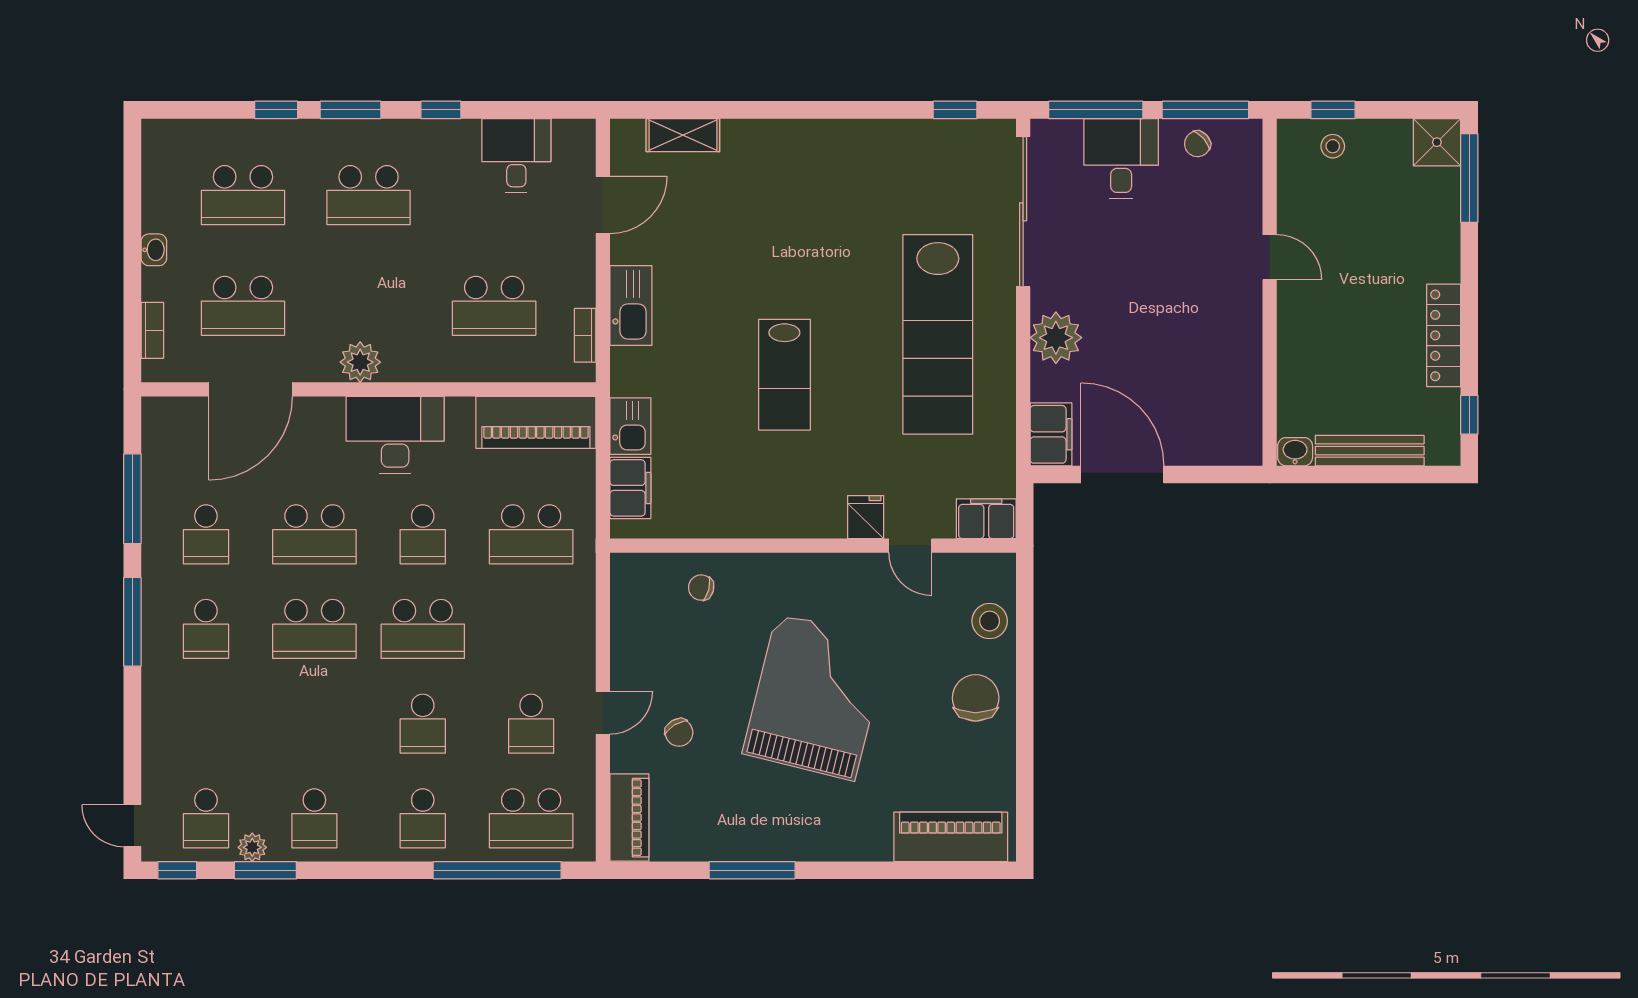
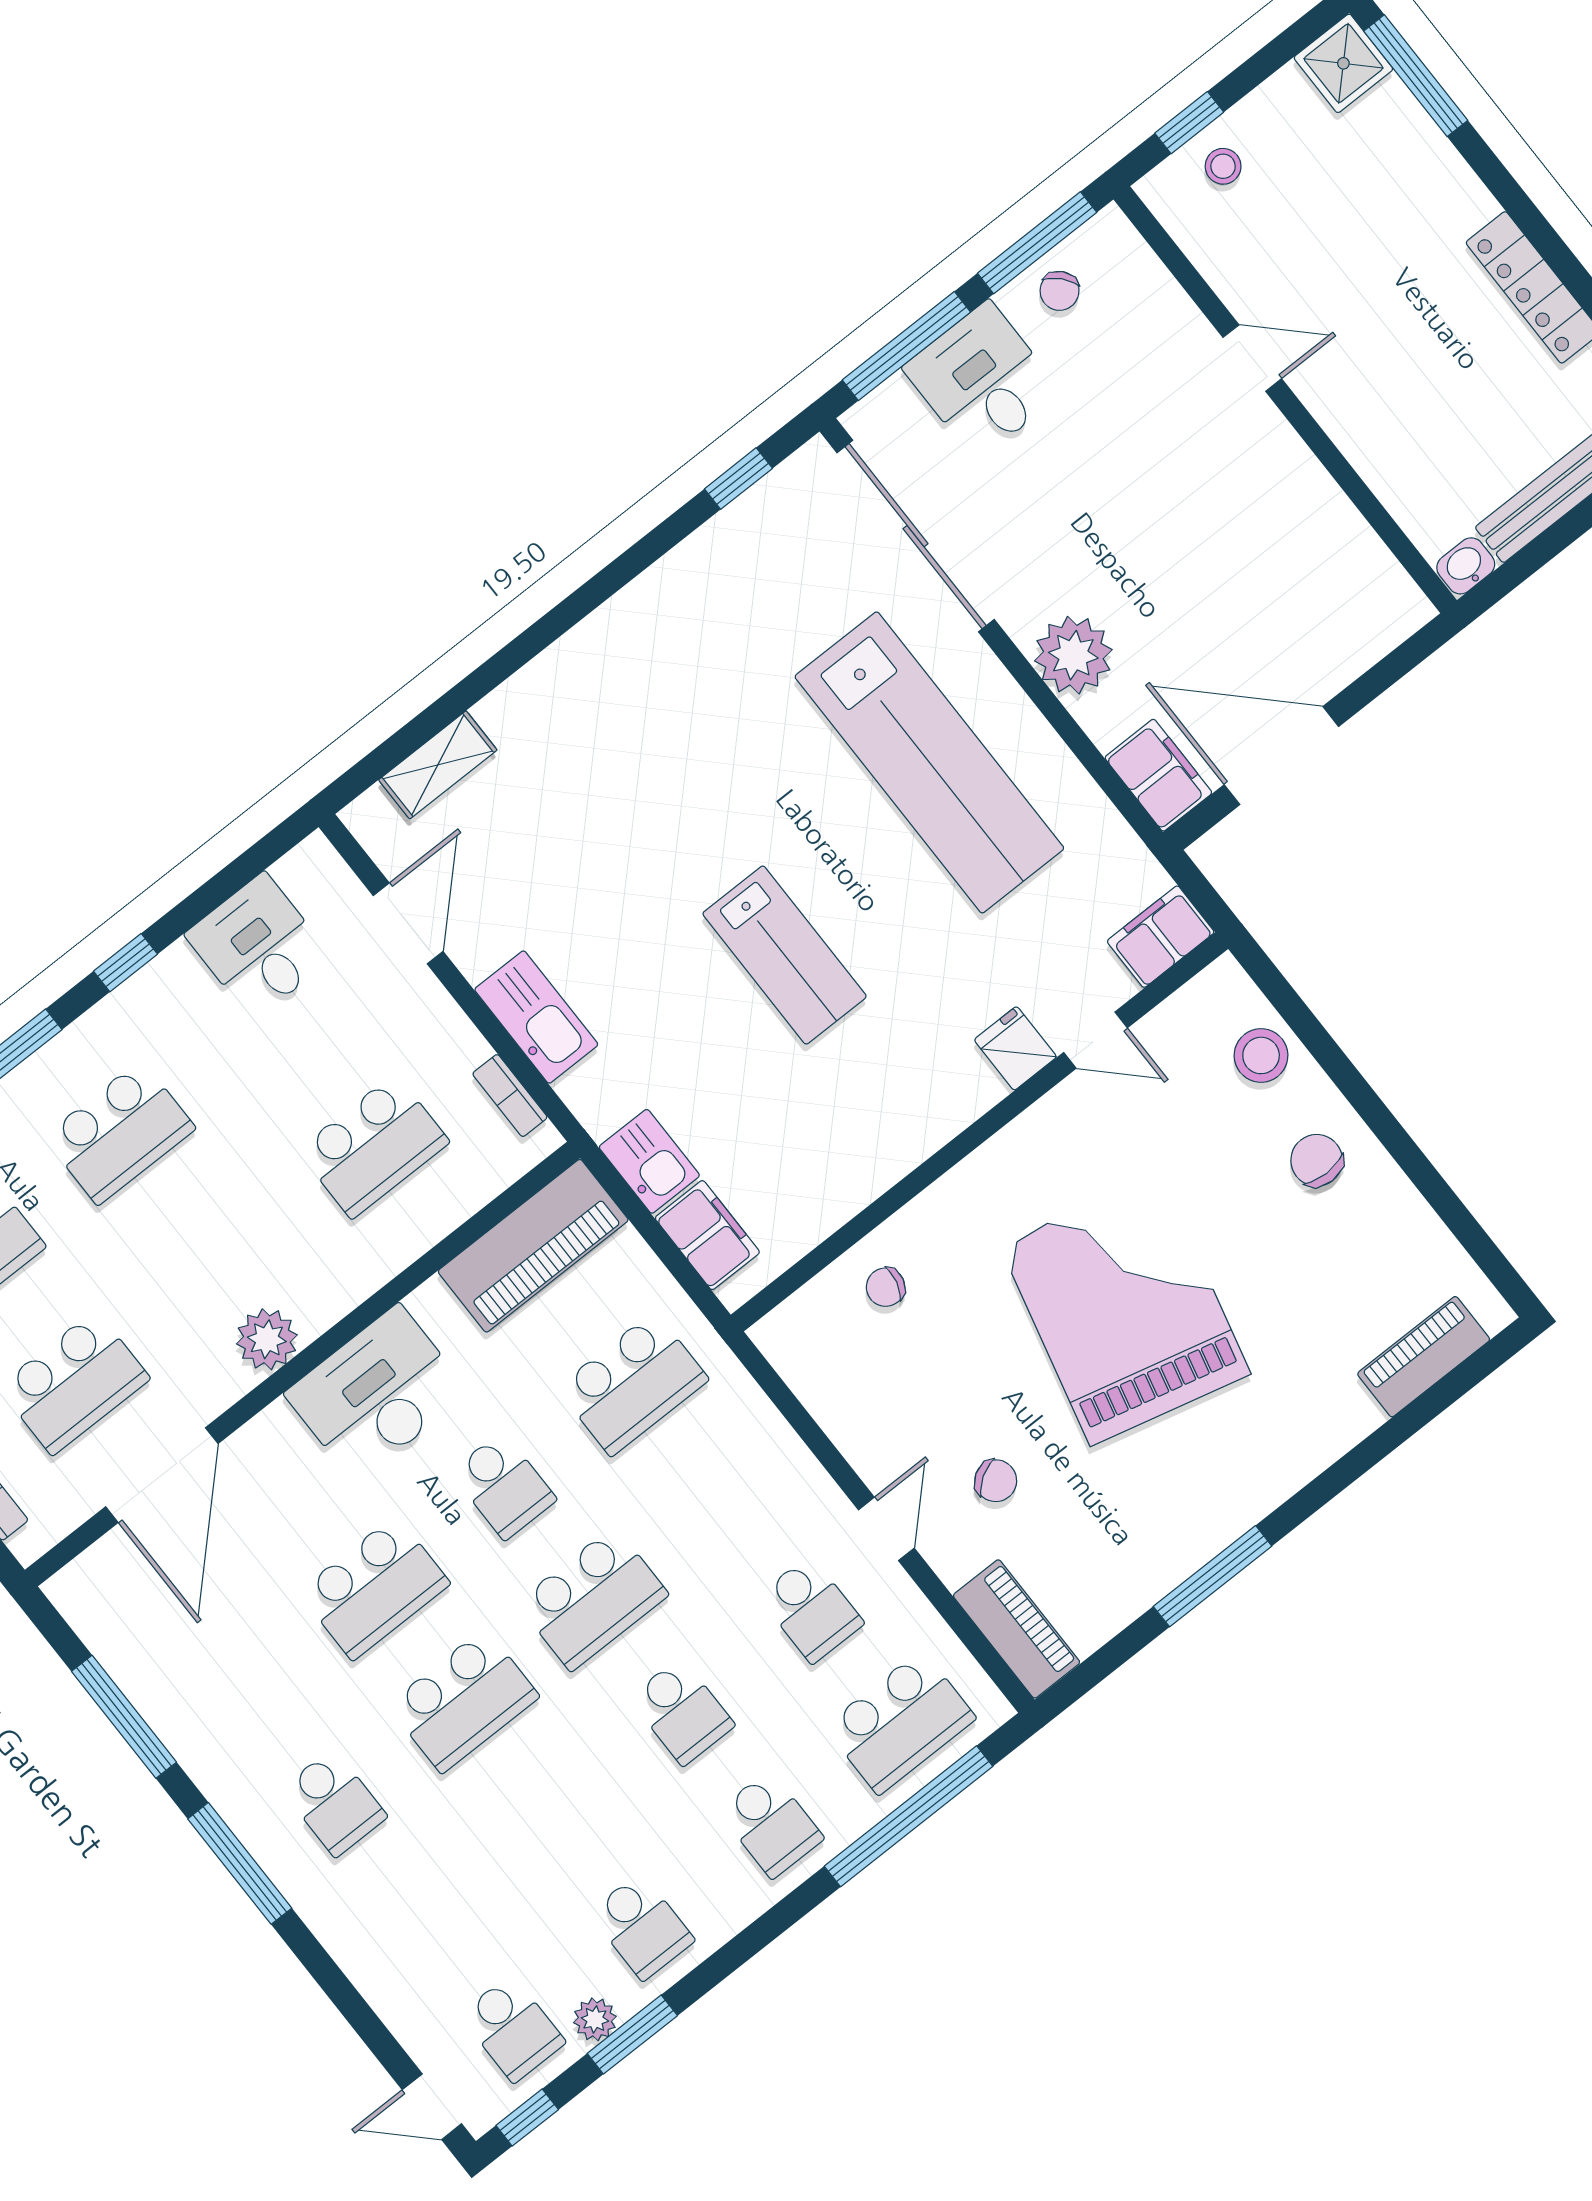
school desk: (206, 534) -> (245, 1690), removed
chair: (976, 698) -> (1317, 1160), width x0.73, depth x0.73
piano: (951, 837) -> (1424, 1357), width x0.73, depth x0.75

